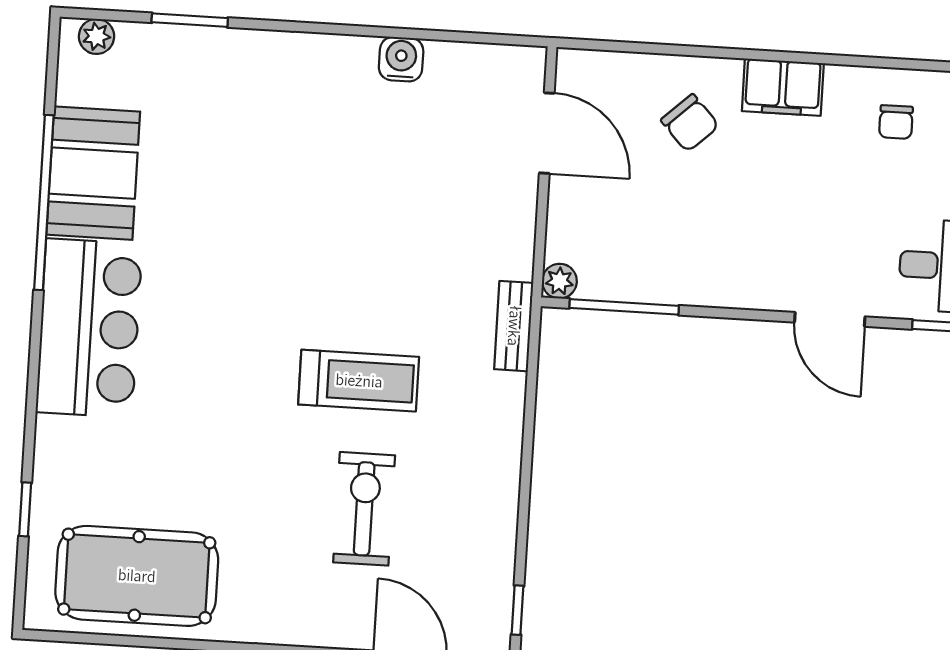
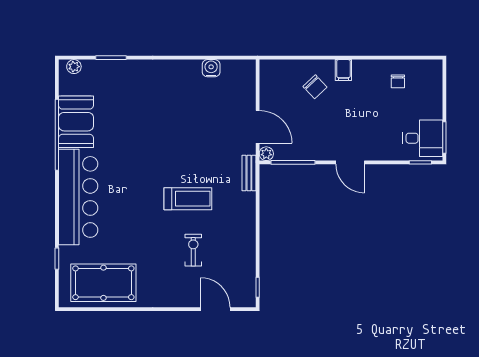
water cooler: (401, 59) -> (211, 68), moved
filing cabinet: (783, 87) -> (343, 70), width x0.50
door: (547, 133) -> (258, 127), moved
door: (830, 319) -> (350, 162), moved
bar counter: (89, 328) -> (78, 197), width x1.36
exercise bike: (364, 509) -> (193, 250), width x0.73, depth x0.72

